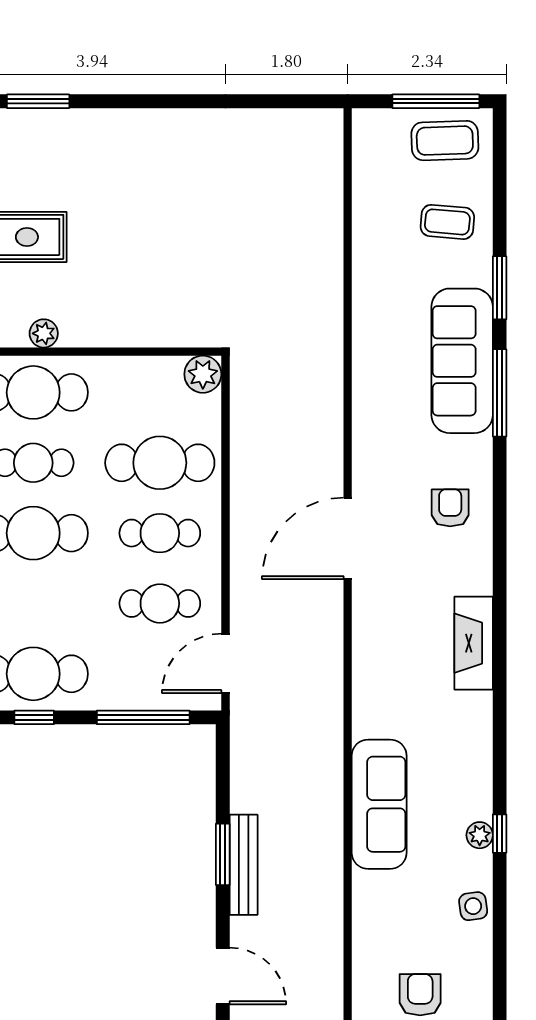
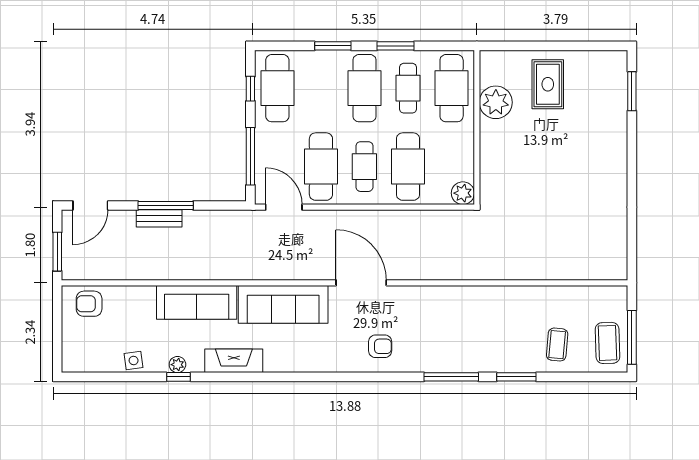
plant: (44, 333) -> (496, 102), width x1.88, depth x1.88
sofa: (462, 361) -> (283, 304), moved, turned 180
cafe table: (160, 603) -> (321, 167), width x1.37, depth x1.35
fireplace: (474, 643) -> (234, 361), moved
window: (223, 854) -> (166, 205), width x1.44
bench: (244, 865) -> (159, 218), width x0.73
armchair: (420, 995) -> (89, 304), moved, turned 180

